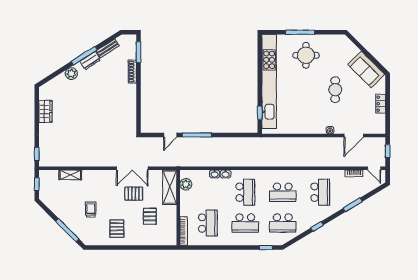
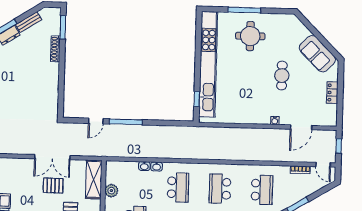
plant: (186, 184) -> (111, 191), moved
school desk: (283, 192) -> (220, 189), turned 90

